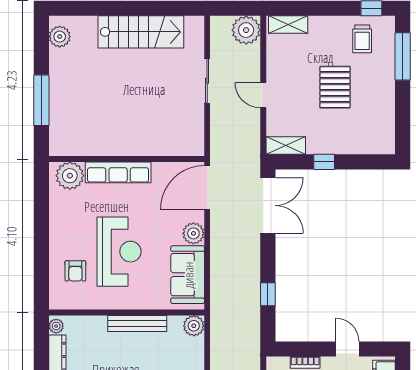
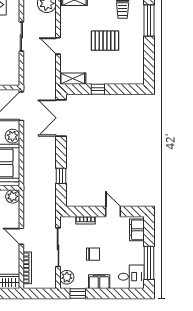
pallet: (335, 87) -> (105, 41), turned 90
double door: (268, 205) -> (61, 118), swing flipped

